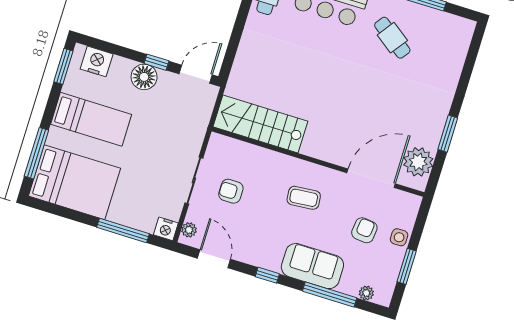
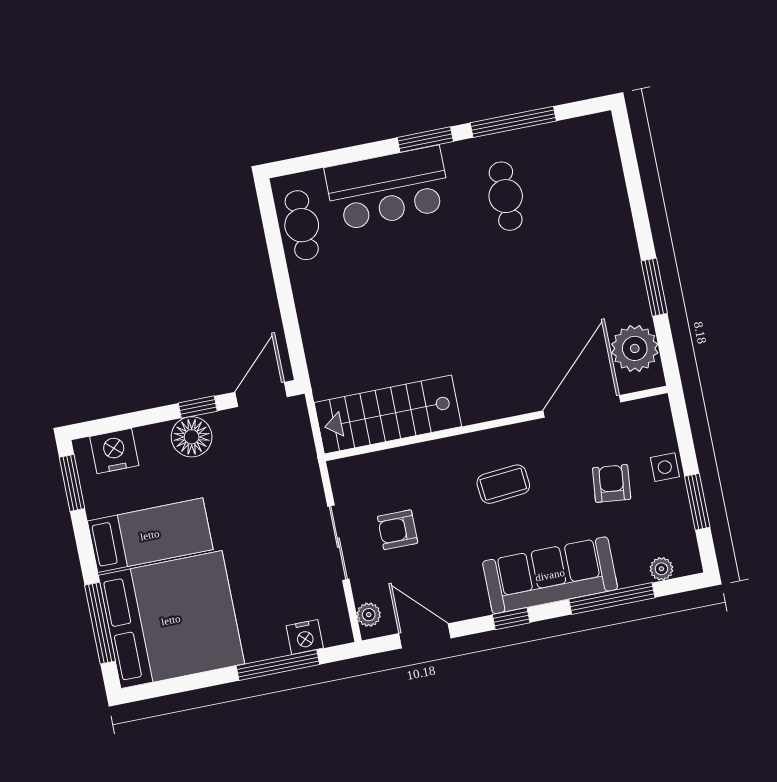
cafe table: (392, 38) -> (506, 196), turned 54
bed: (74, 182) -> (171, 620), width x1.36
nightstand: (166, 229) -> (305, 637), moved
sofa: (312, 266) -> (550, 575), width x1.36

